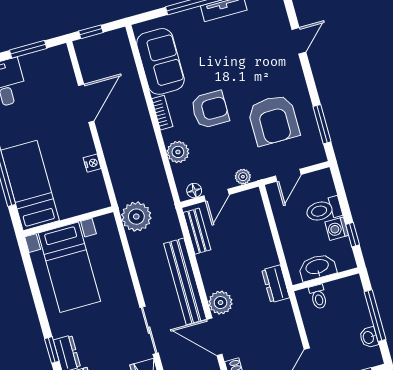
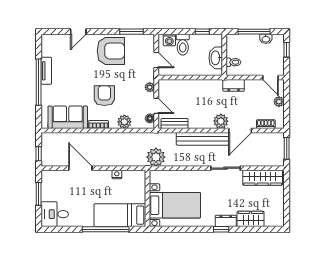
door: (299, 41) -> (78, 32), swing flipped
armchair: (273, 120) -> (111, 51), moved
washing machine: (337, 229) -> (169, 40), moved
dresser: (276, 284) -> (234, 85), moved

